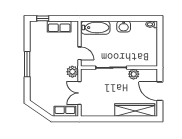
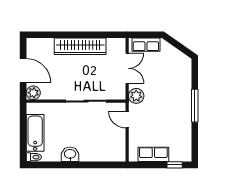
bathtub: (96, 28) -> (35, 133), moved, turned 90
plant: (134, 74) -> (33, 93), moved
wardrobe: (135, 110) -> (80, 46), moved

